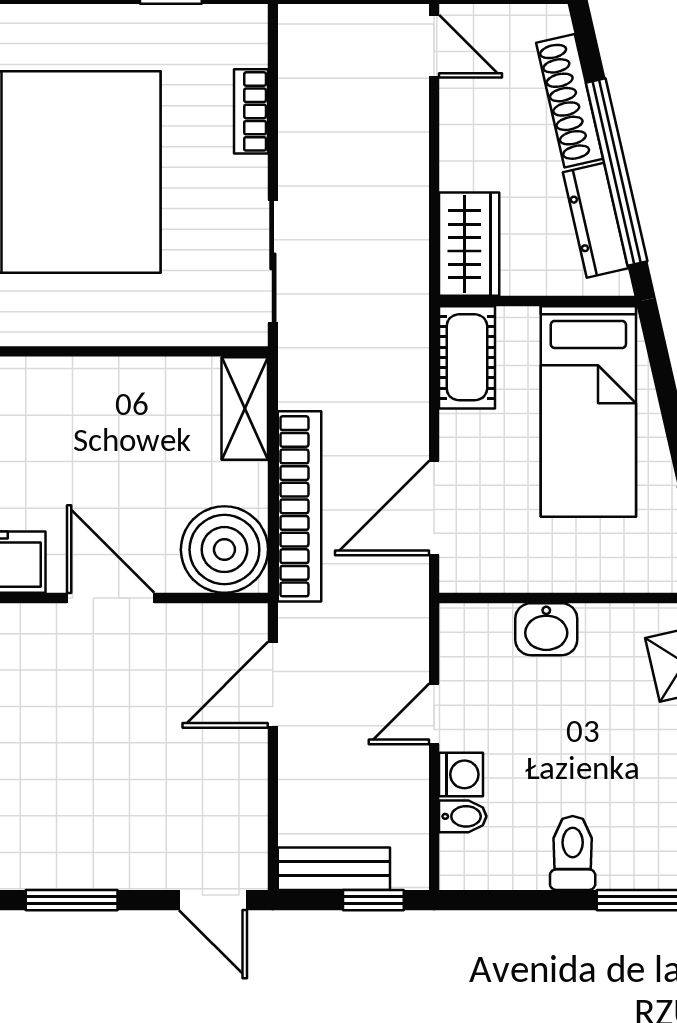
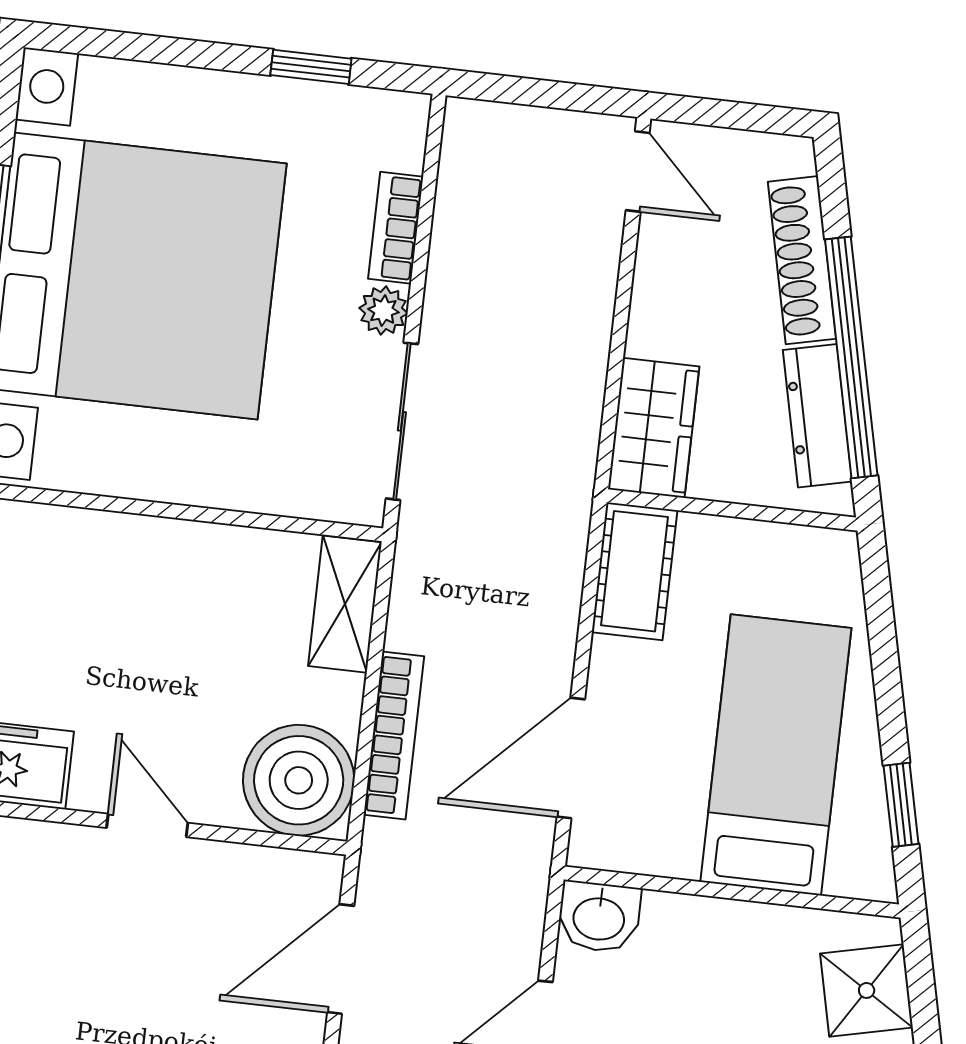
plant: (249, 177) -> (383, 311), added
bed: (588, 411) -> (776, 755), moved, turned 180
bookcase: (300, 506) -> (394, 736), width x0.68, depth x0.76
door: (111, 598) -> (147, 825), width x0.73
washbasin: (546, 629) -> (599, 917), moved

